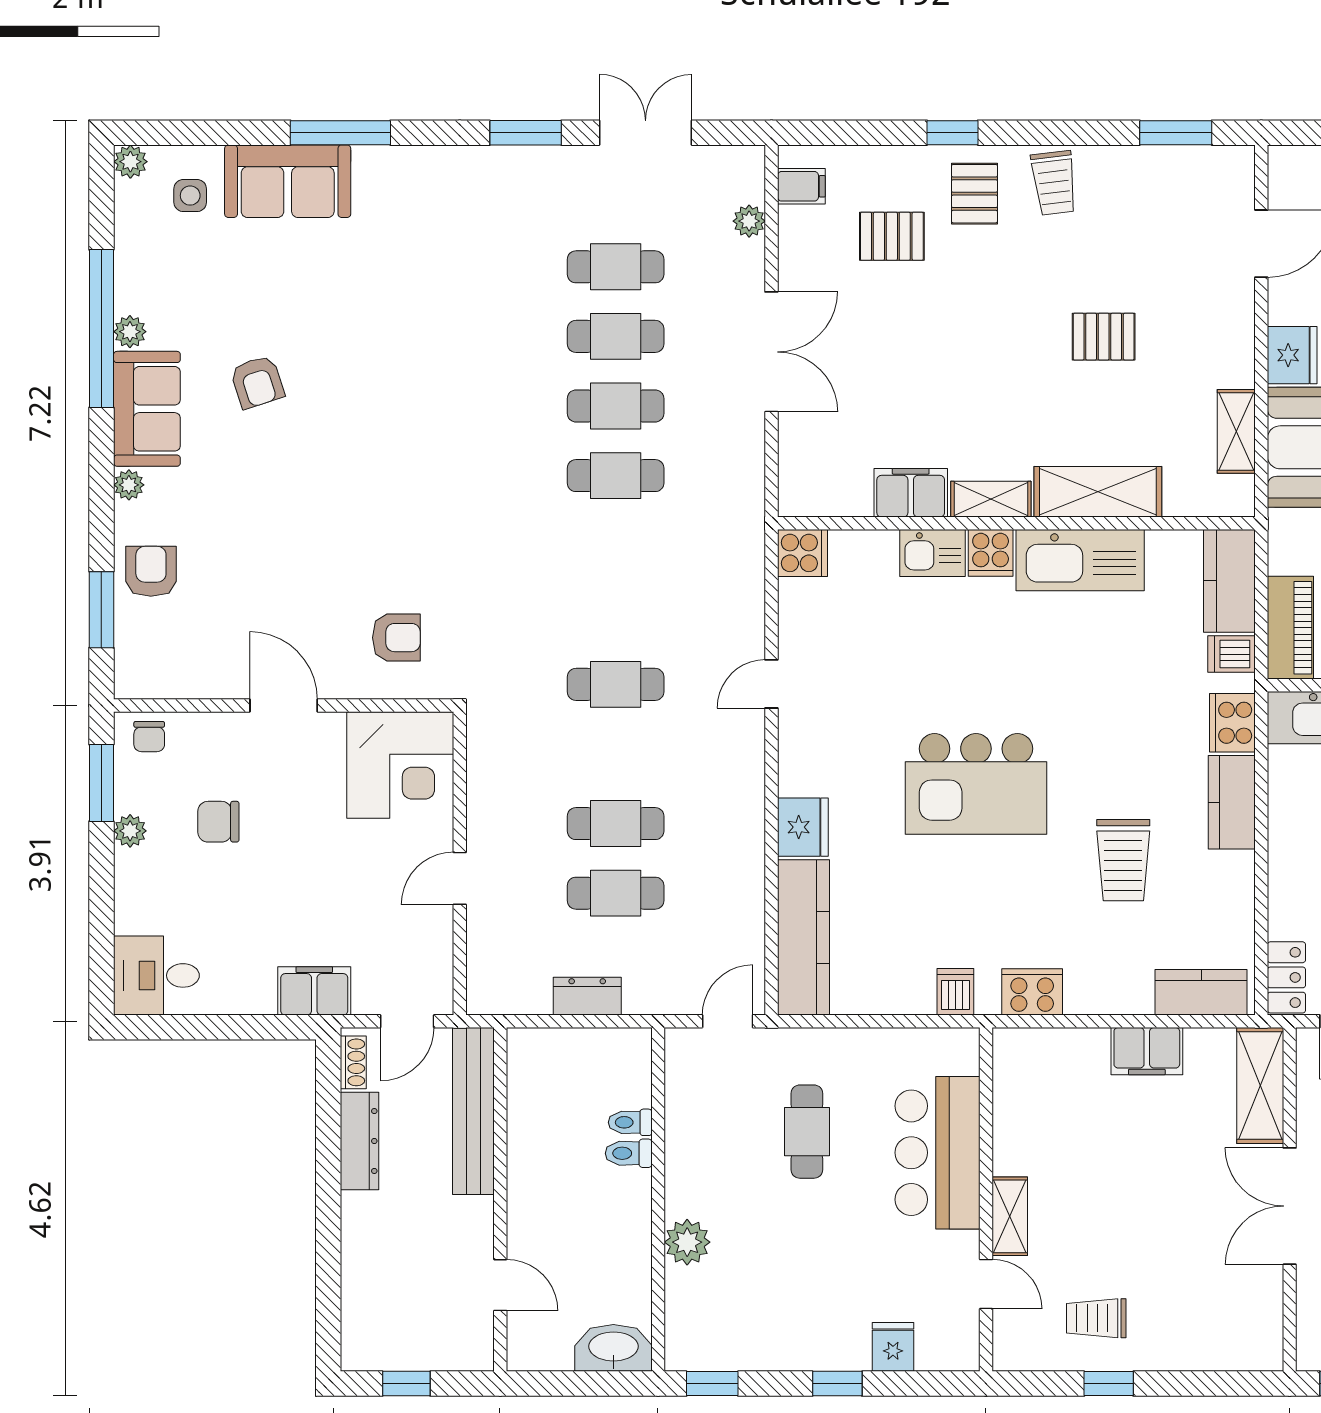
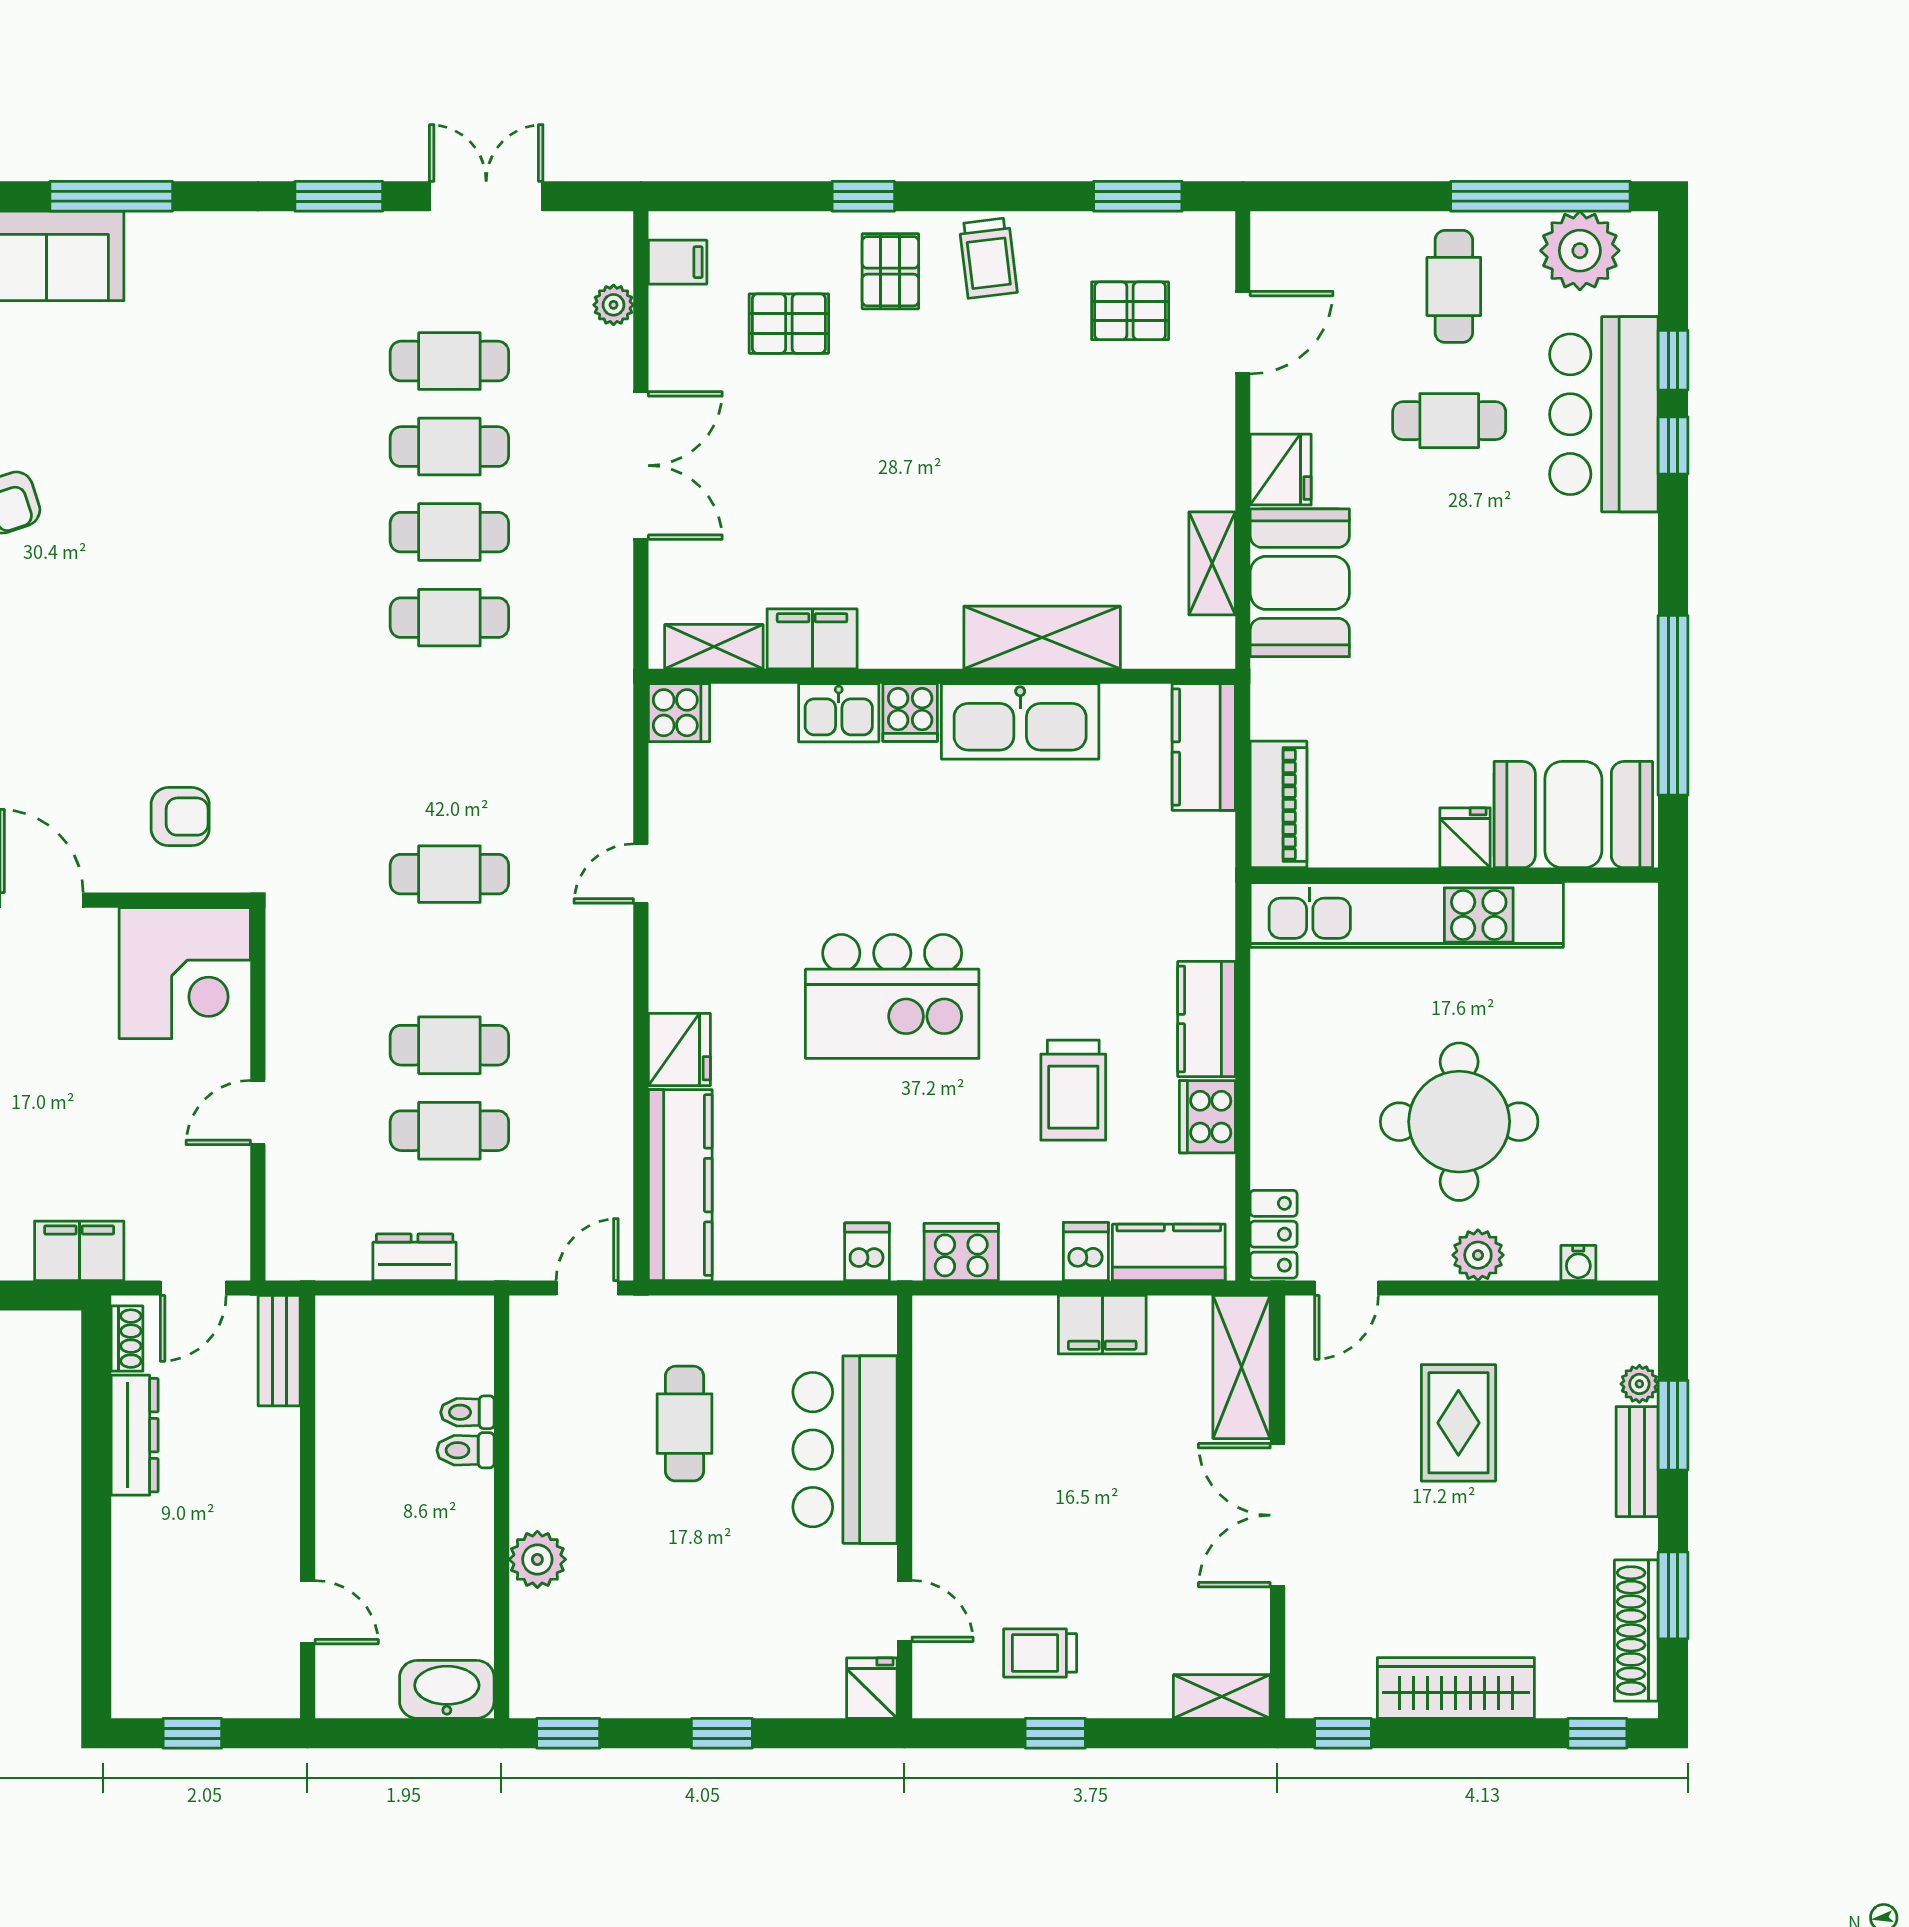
pallet: (1104, 337) -> (1130, 311), moved
shelving: (991, 499) -> (714, 647), moved
dishwasher: (1232, 654) -> (1086, 1252), moved, turned 90
cooker: (1232, 723) -> (1207, 1117), moved
bench: (473, 1111) -> (279, 1351), width x0.54, depth x0.82
shelving: (1010, 1216) -> (1222, 1697), moved, turned 90
fridge: (893, 1347) -> (872, 1688), moved

